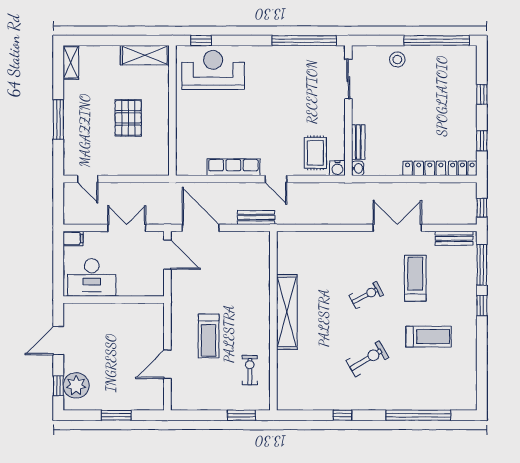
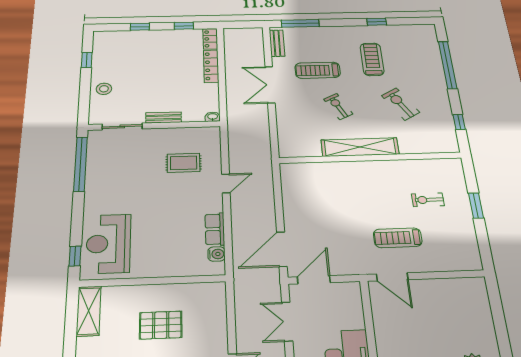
window: (437, 41) -> (87, 60), width x0.32
bench: (358, 142) -> (164, 117), moved
rug: (315, 153) -> (184, 163), moved
row of seats: (233, 167) -> (215, 229), width x0.68
water cooler: (337, 168) -> (217, 254), moved
window: (482, 208) -> (247, 25), removed
bench: (256, 218) -> (267, 199), removed
window: (482, 305) -> (377, 22), moved
shelving: (287, 312) -> (360, 147), moved
wall: (273, 321) -> (370, 158), moved
treadmill: (209, 336) -> (398, 238), turned 180
door: (167, 364) -> (392, 277), moved
window: (116, 415) -> (500, 324), removed

